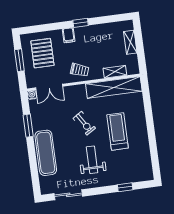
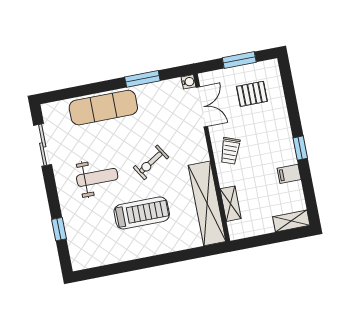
filing cabinet: (69, 35) -> (289, 174), moved
shelving: (130, 42) -> (291, 221), moved
pallet: (42, 53) -> (252, 94), width x0.67, depth x0.71
double door: (49, 87) -> (202, 107), swing flipped

